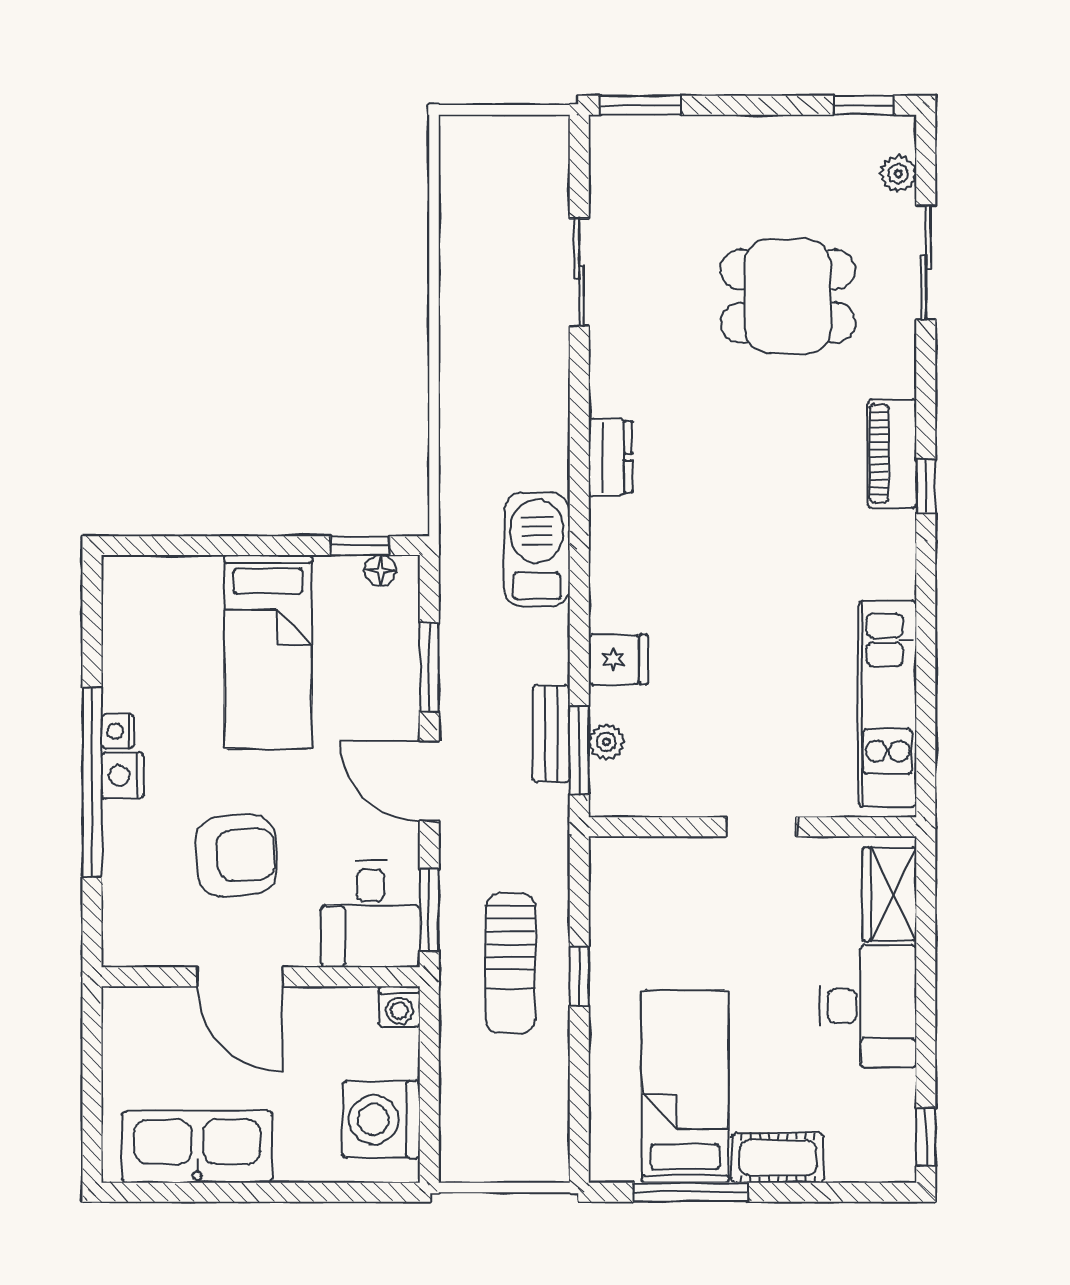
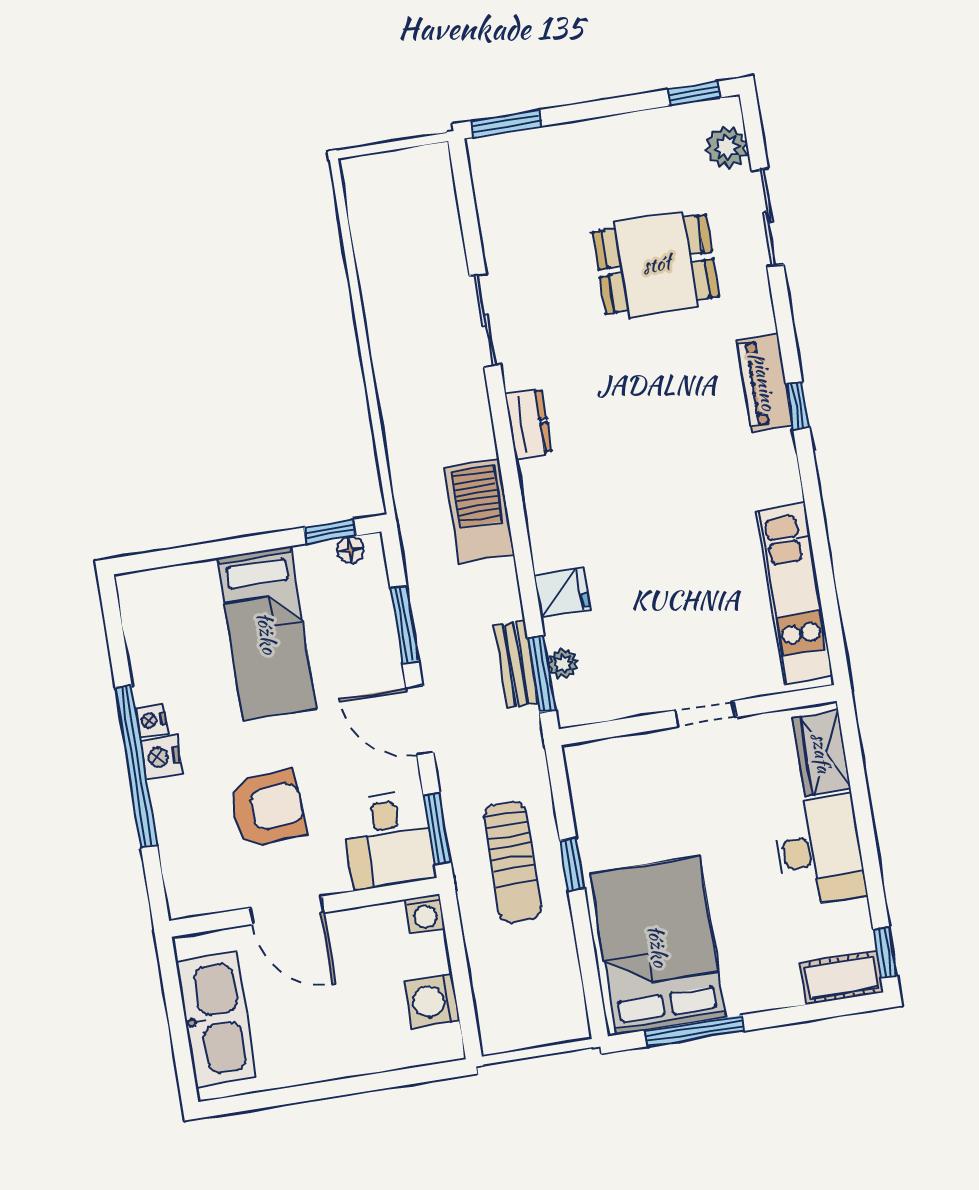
plant: (898, 174) -> (727, 147), width x1.38, depth x1.38
sliding door: (579, 272) -> (485, 320), moved
bed: (685, 1087) -> (658, 946), width x1.50
washing machine: (381, 1119) -> (432, 1001), width x0.73, depth x0.73
kitchen sink: (197, 1147) -> (216, 1019), moved, turned 90
cot: (778, 1158) -> (842, 978), moved

